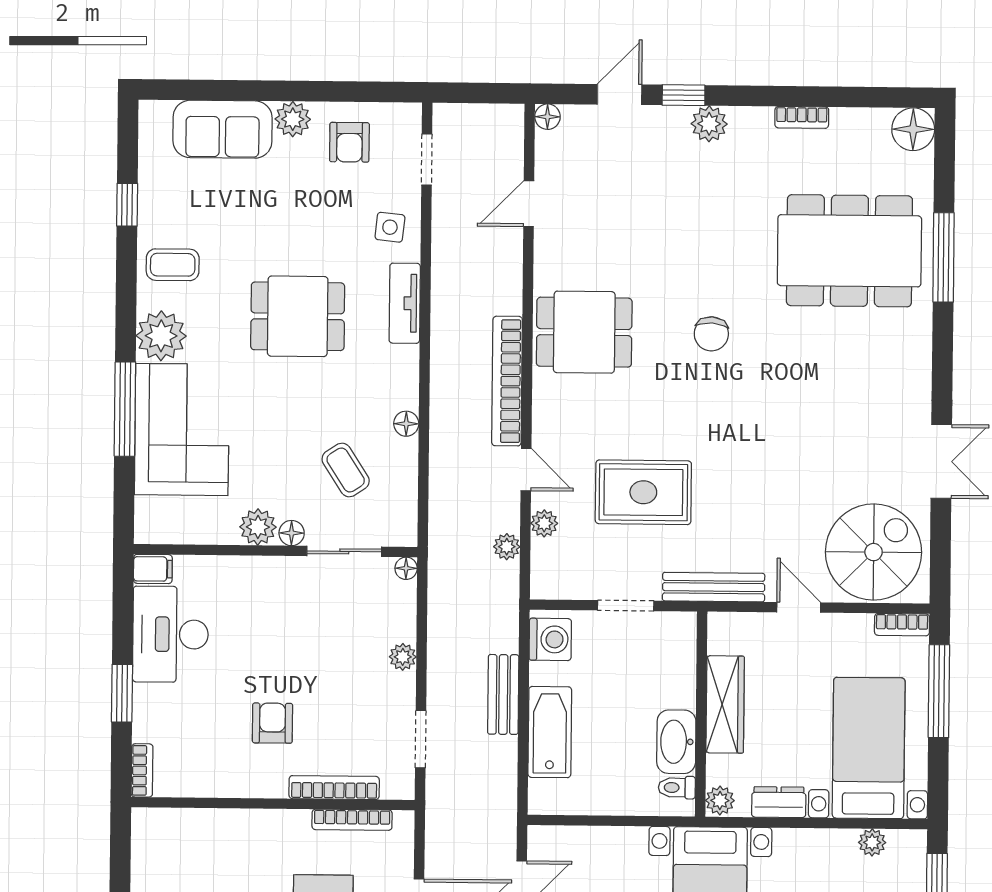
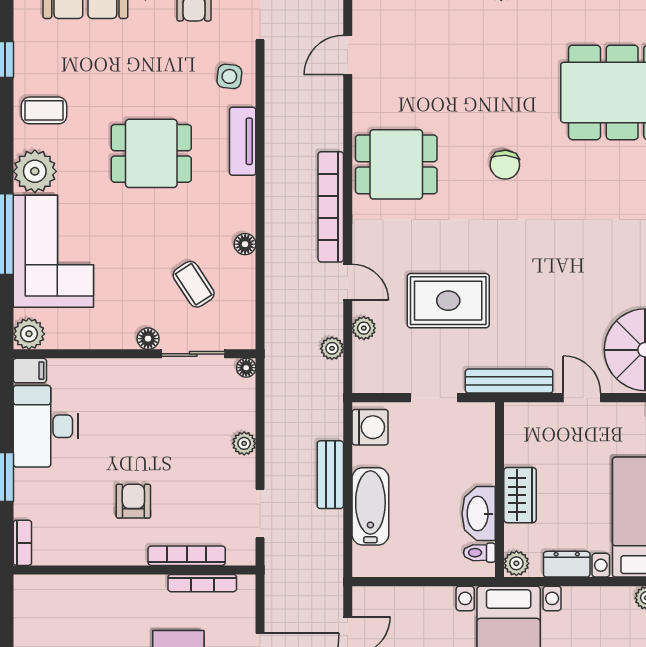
plant: (258, 527) -> (29, 334), moved
wardrobe: (725, 704) -> (520, 495), width x0.67

